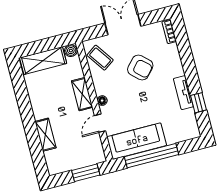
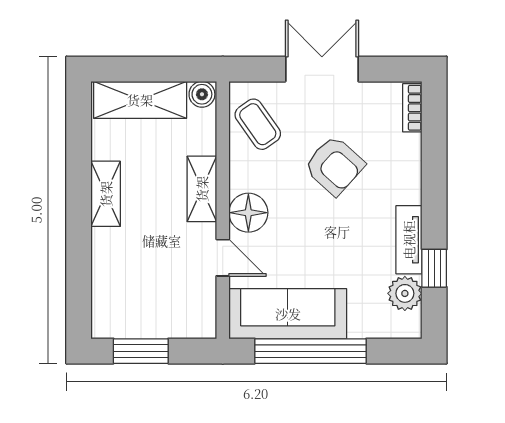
floor lamp: (102, 101) -> (248, 213), width x1.89, depth x1.89
plant: (188, 118) -> (405, 293), added
door: (100, 123) -> (223, 258), swing flipped
shelving: (45, 135) -> (106, 194), moved
window: (86, 173) -> (141, 351), moved

